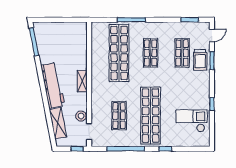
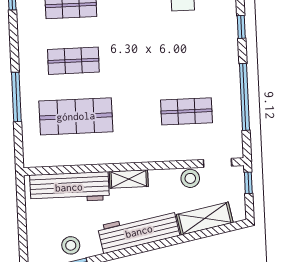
stool: (46, 47) -> (71, 245), added
workbench: (79, 47) -> (69, 187), added
shop shelf: (119, 53) -> (76, 116), width x0.71
shop shelf: (151, 116) -> (184, 56), removed

